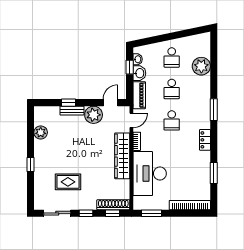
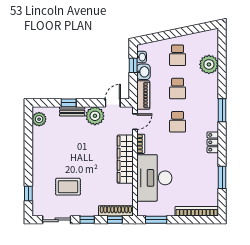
plant: (41, 132) -> (39, 119), moved
window: (31, 165) -> (28, 194), moved

